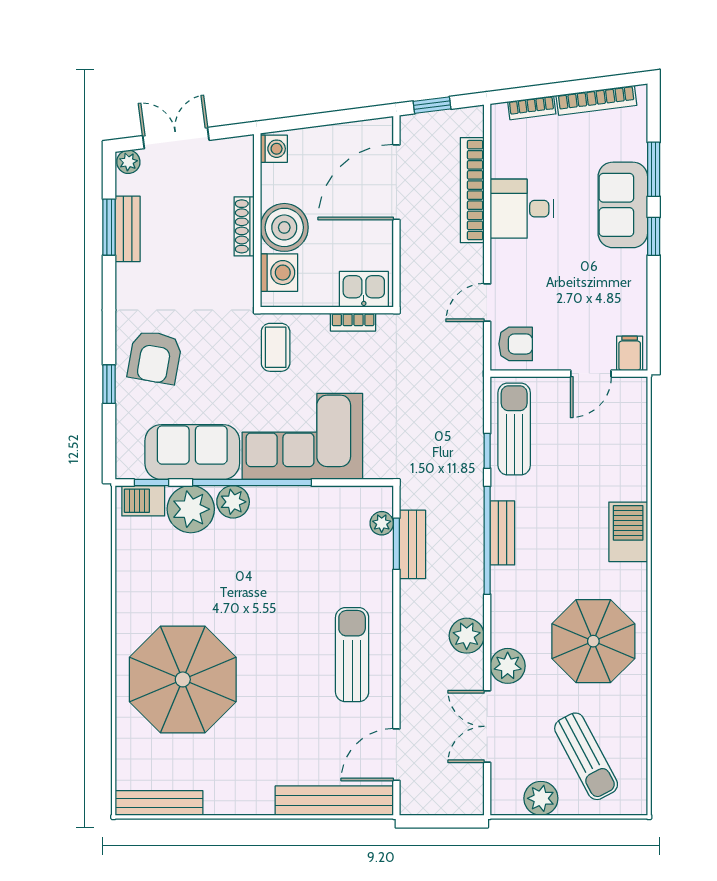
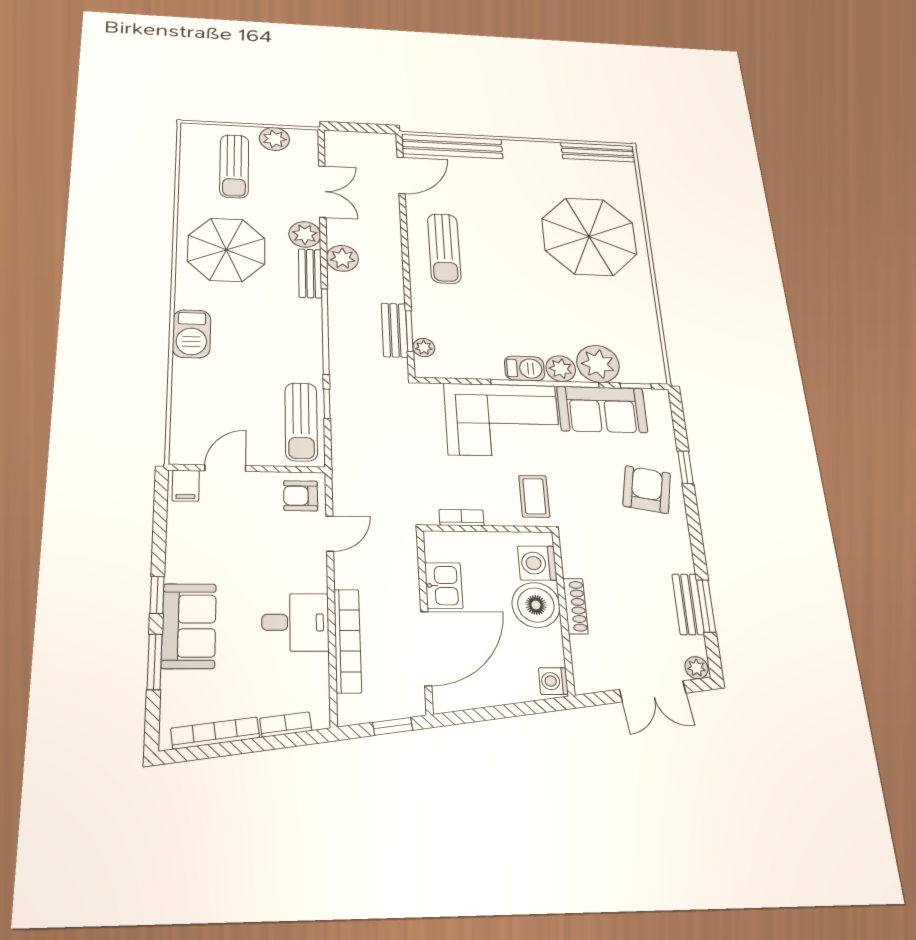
kitchen sink: (364, 289) -> (444, 586), moved, turned -90
barbecue: (143, 501) -> (524, 368), moved
bench: (502, 533) -> (310, 273), moved
sun lounger: (586, 756) -> (234, 166), turned -152

